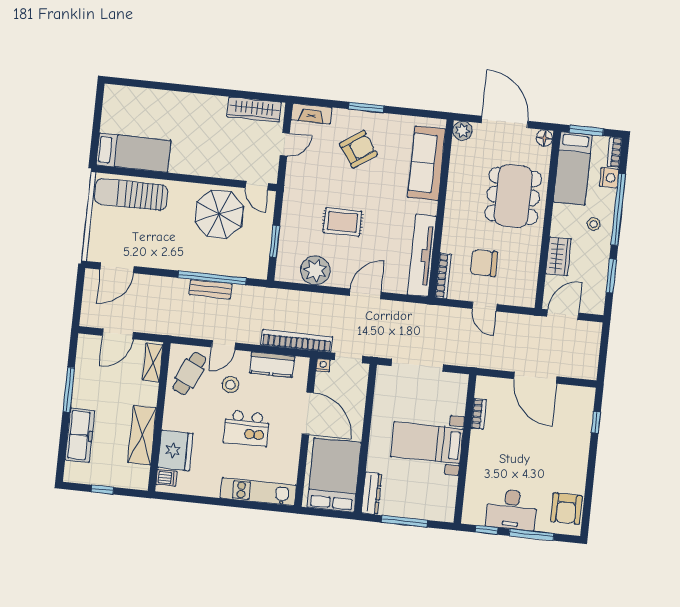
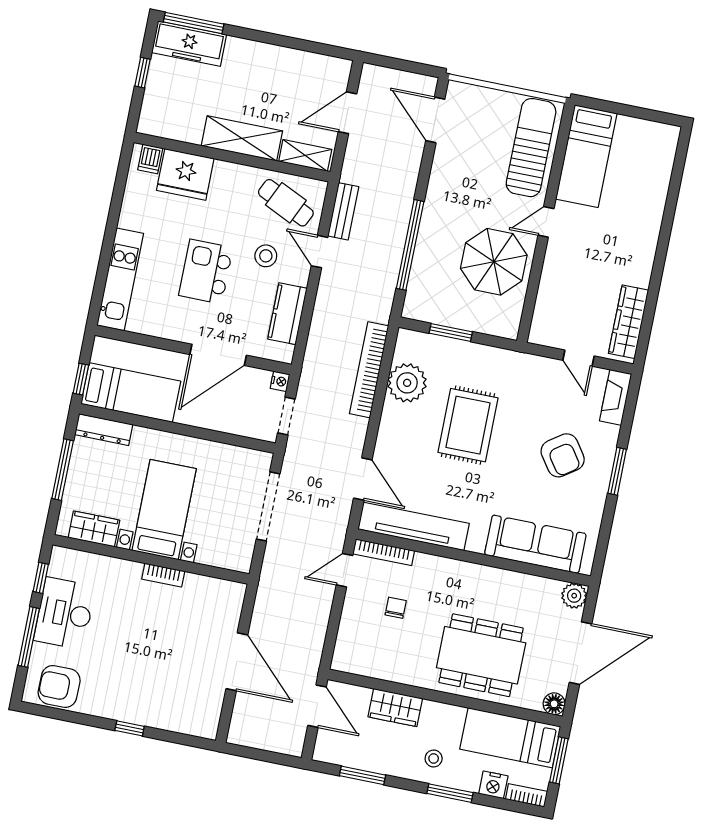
door: (257, 186) -> (546, 222), moved
window: (618, 209) -> (450, 793), width x0.47
rug: (343, 222) -> (468, 425), width x1.36, depth x1.43
chair: (484, 263) -> (396, 608), width x0.54, depth x0.54
bench: (211, 289) -> (343, 211), moved
door: (365, 294) -> (363, 479), moved
door: (484, 306) -> (344, 570), moved
door: (118, 334) -> (348, 113), hinge flipped
bookcase: (297, 341) -> (369, 370), moved, turned 180
door: (535, 378) -> (237, 662), swing flipped
window: (69, 390) -> (194, 23), moved
bookcase: (478, 414) -> (163, 575), moved
window: (596, 422) -> (130, 728), moved
freezer: (80, 435) -> (189, 44), moved
shelving: (142, 435) -> (242, 138), moved
bed: (334, 475) -> (131, 393), width x0.67
wardrobe: (446, 494) -> (94, 529), added
window: (336, 514) -> (81, 379), added

